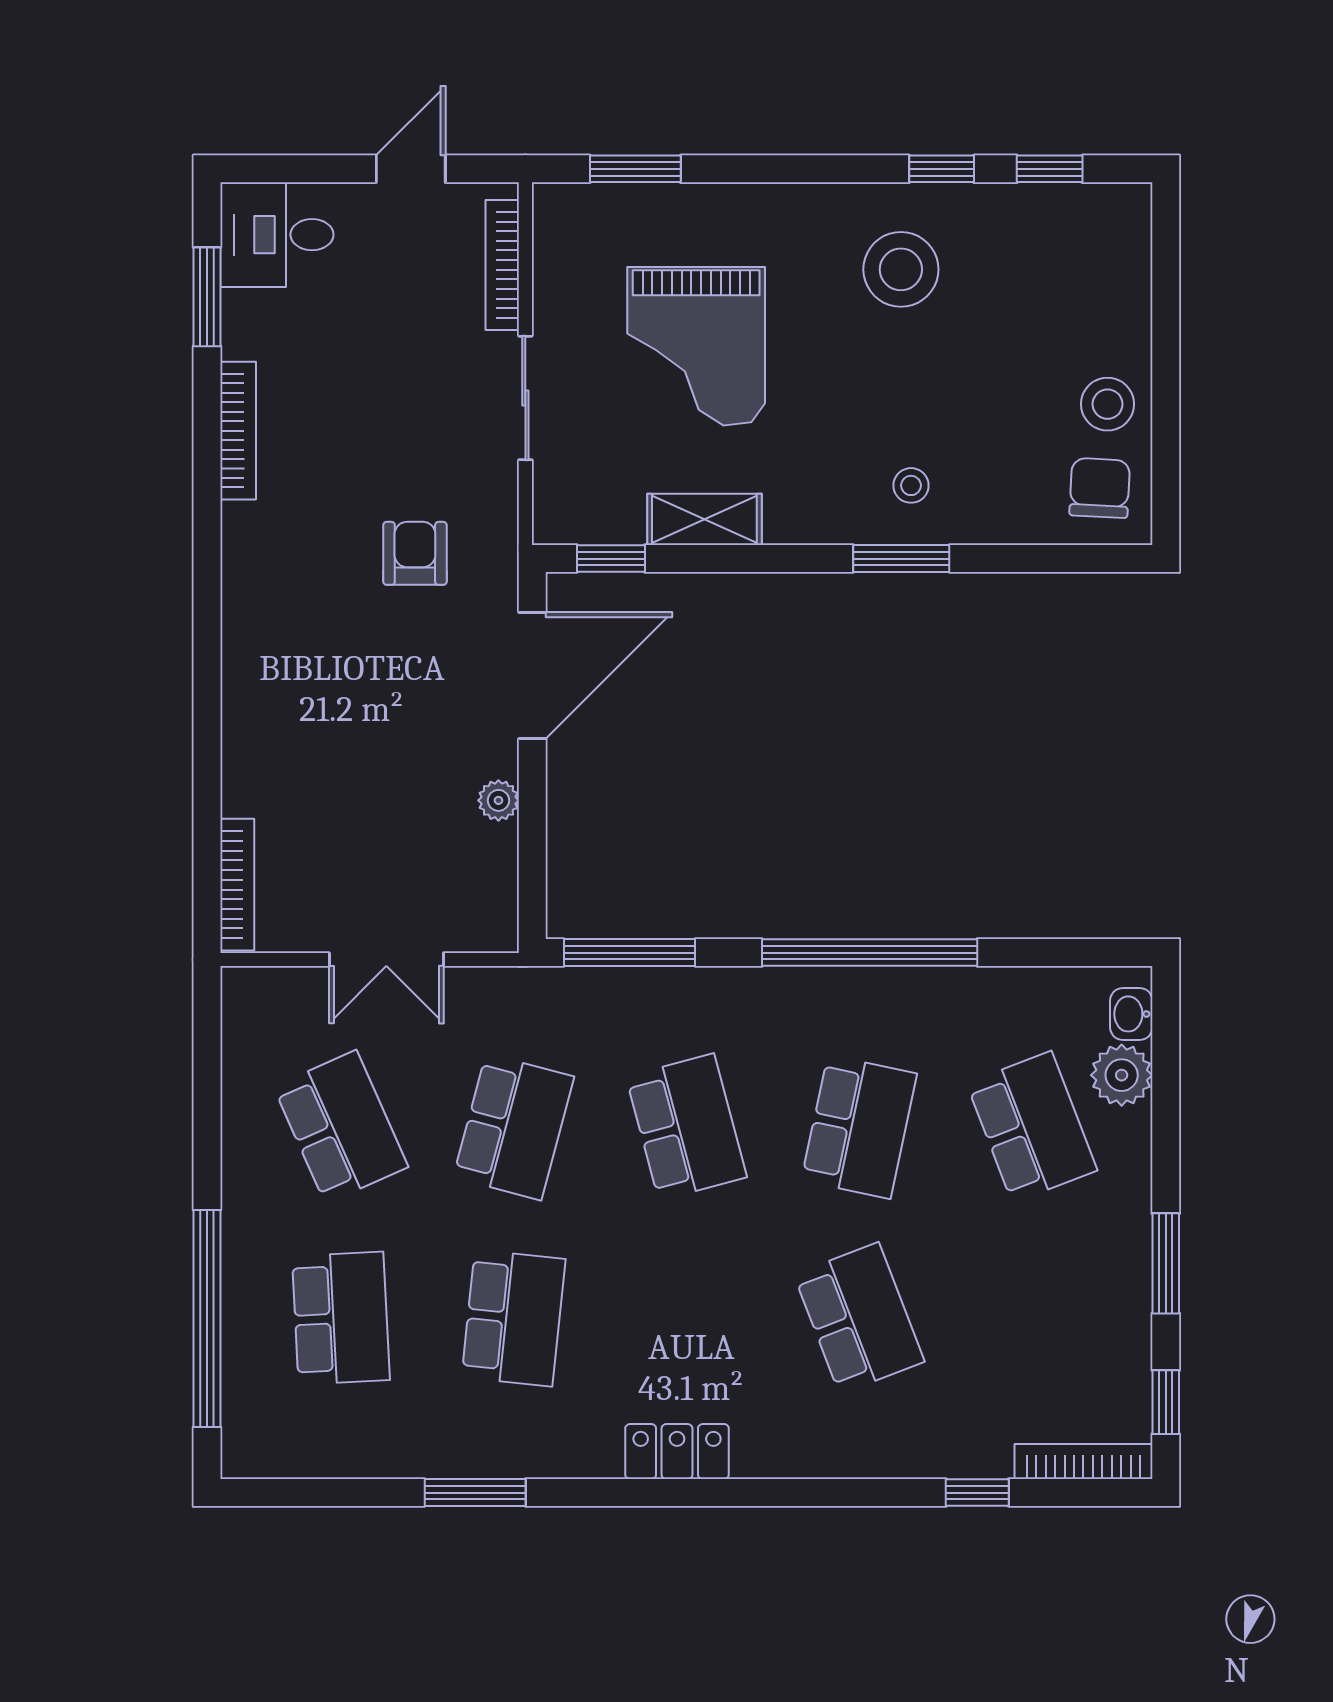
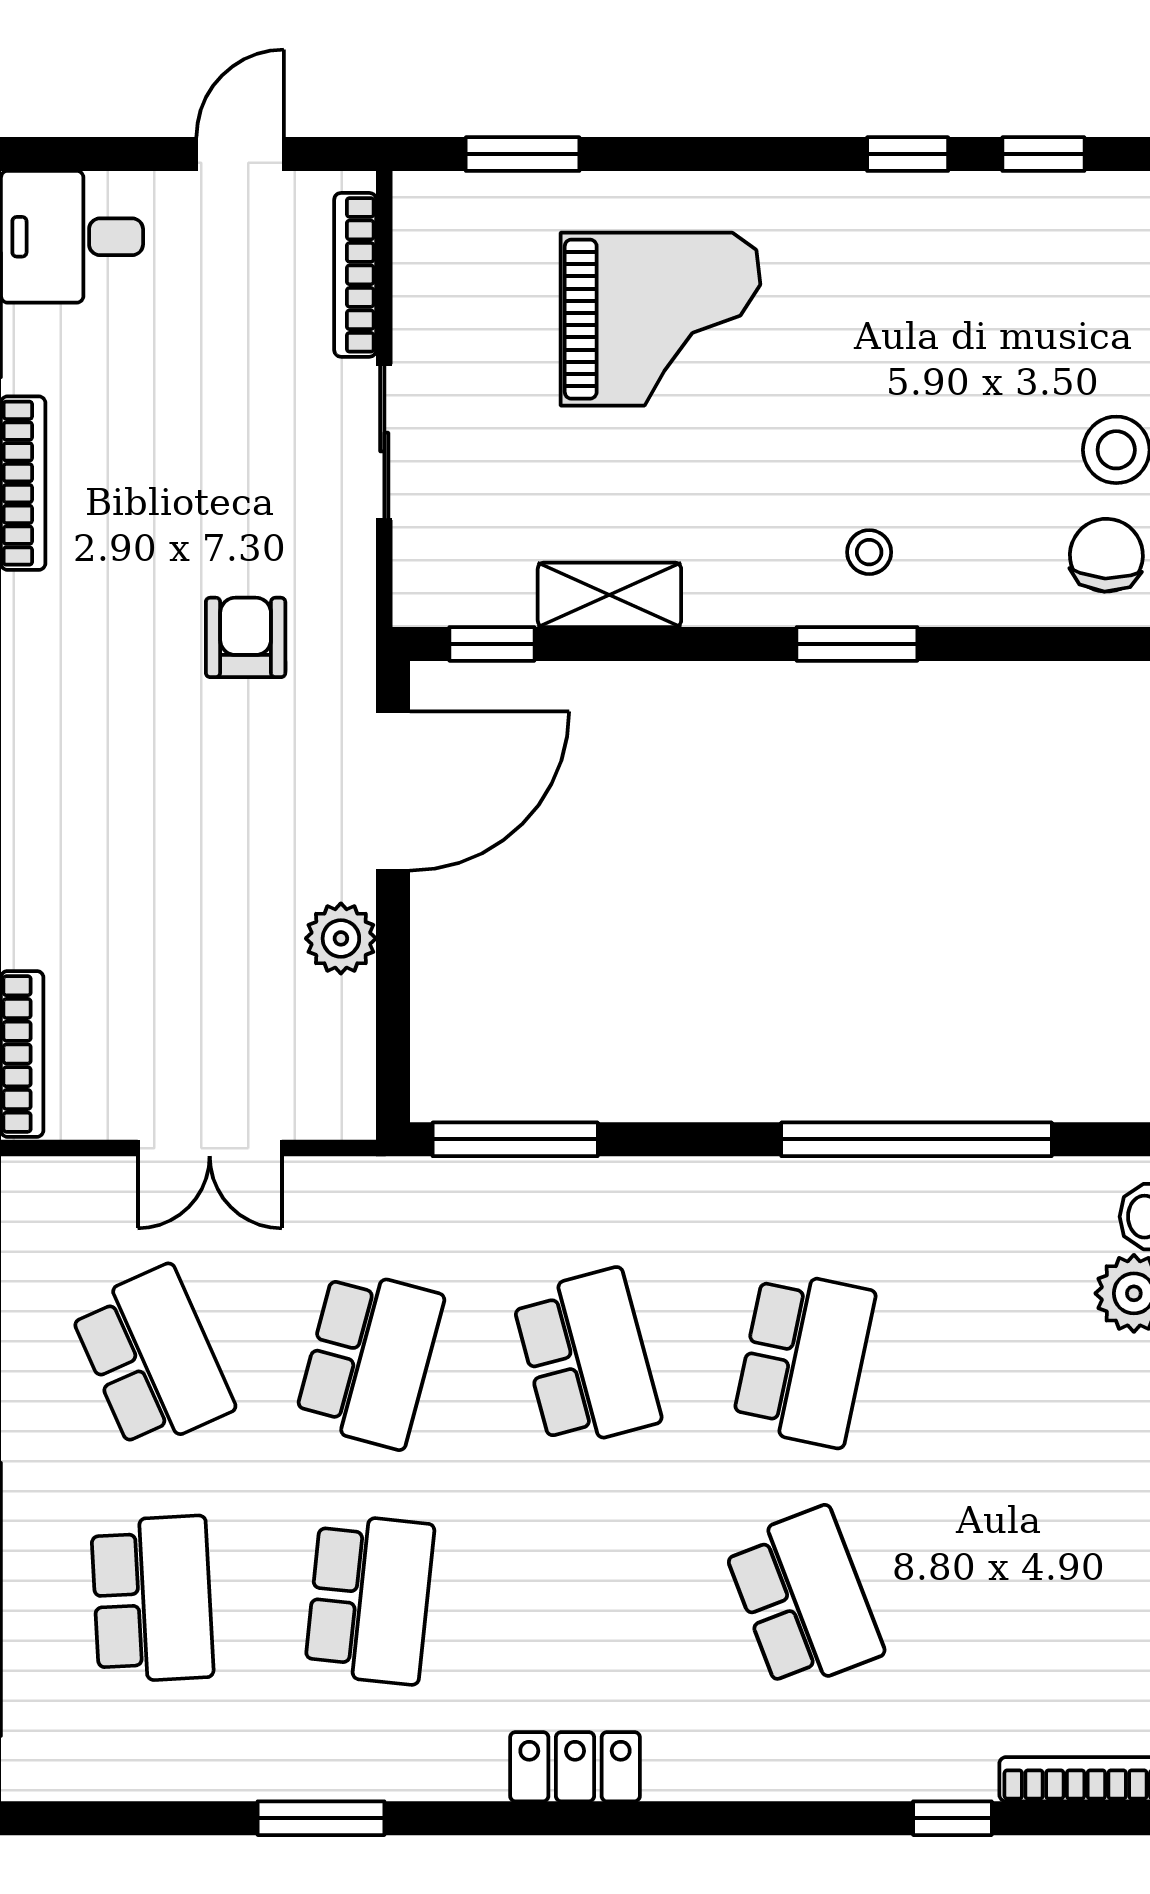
stool: (901, 269) -> (856, 280), removed
grand piano: (696, 346) -> (660, 319), moved, turned -90
plant: (498, 800) -> (341, 938), width x1.38, depth x1.38
window: (870, 953) -> (916, 1139), moved
school desk: (1032, 1127) -> (1021, 1359), removed

